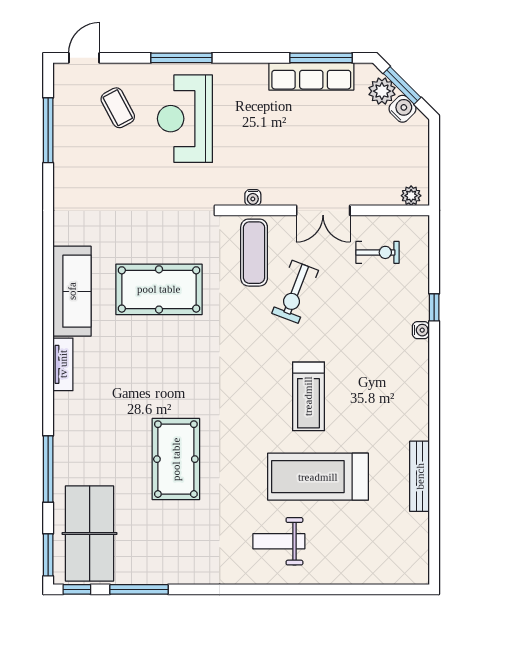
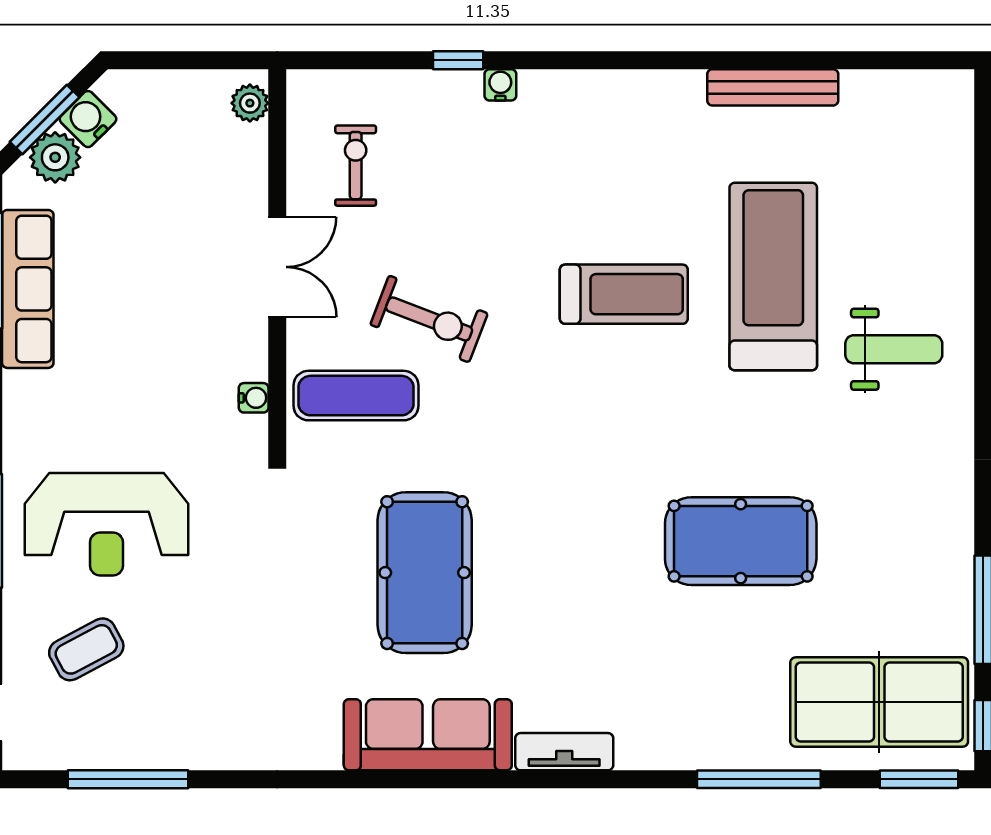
treadmill: (318, 477) -> (773, 277), turned 180
weight bench: (279, 541) -> (894, 349), turned -90

